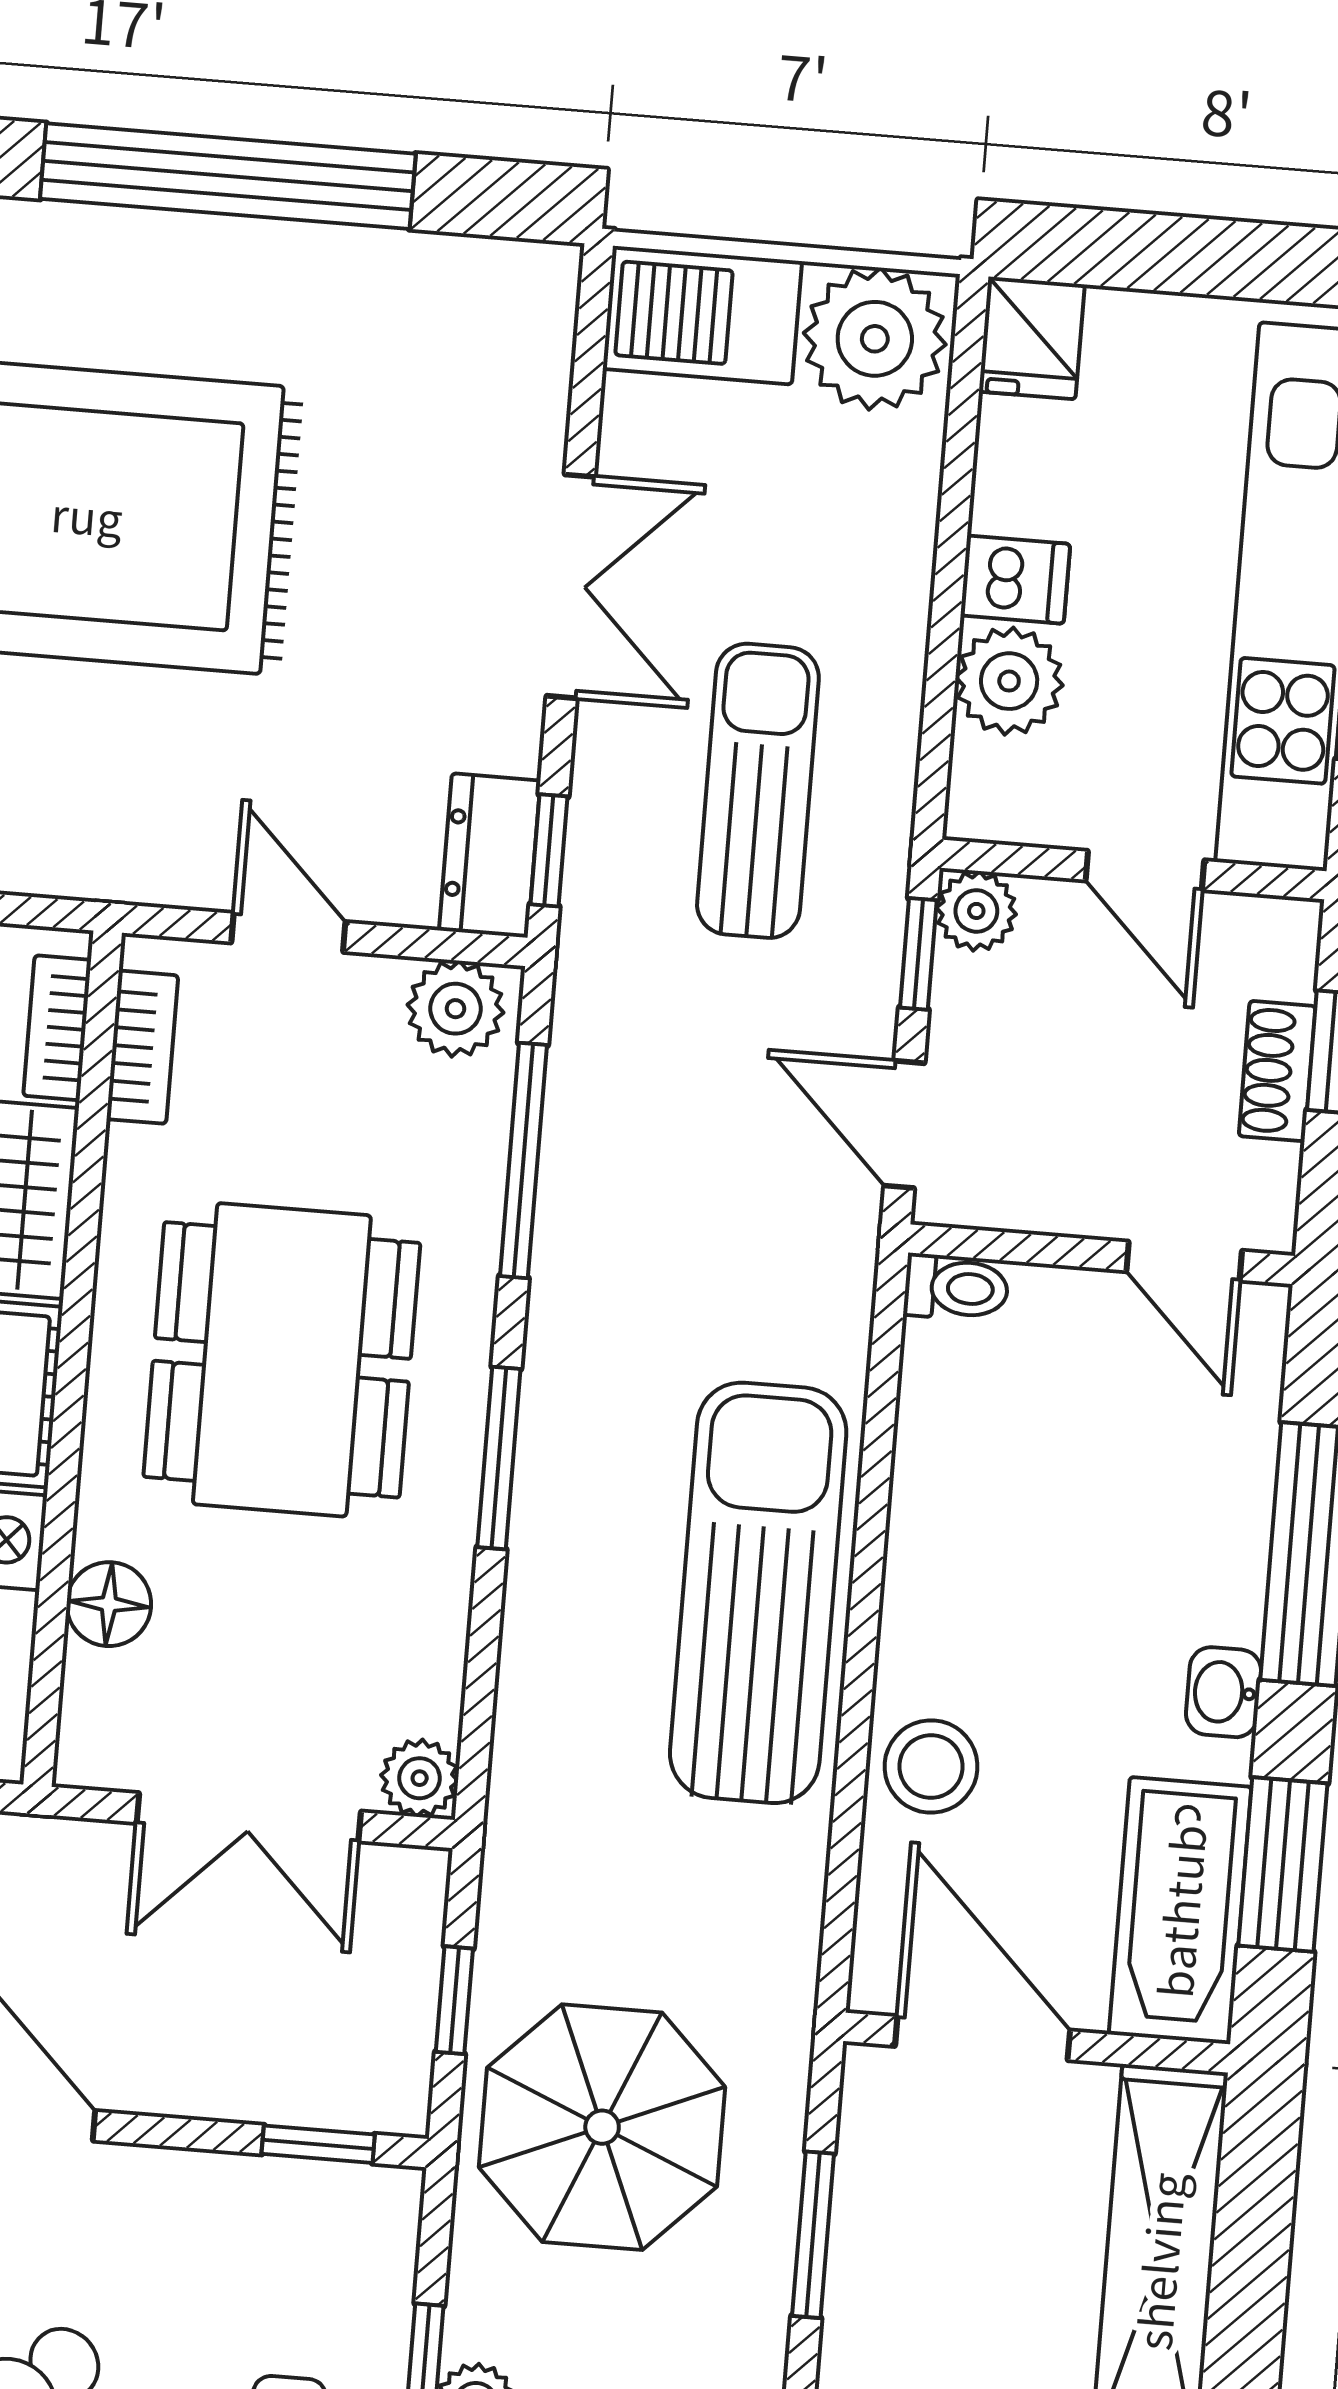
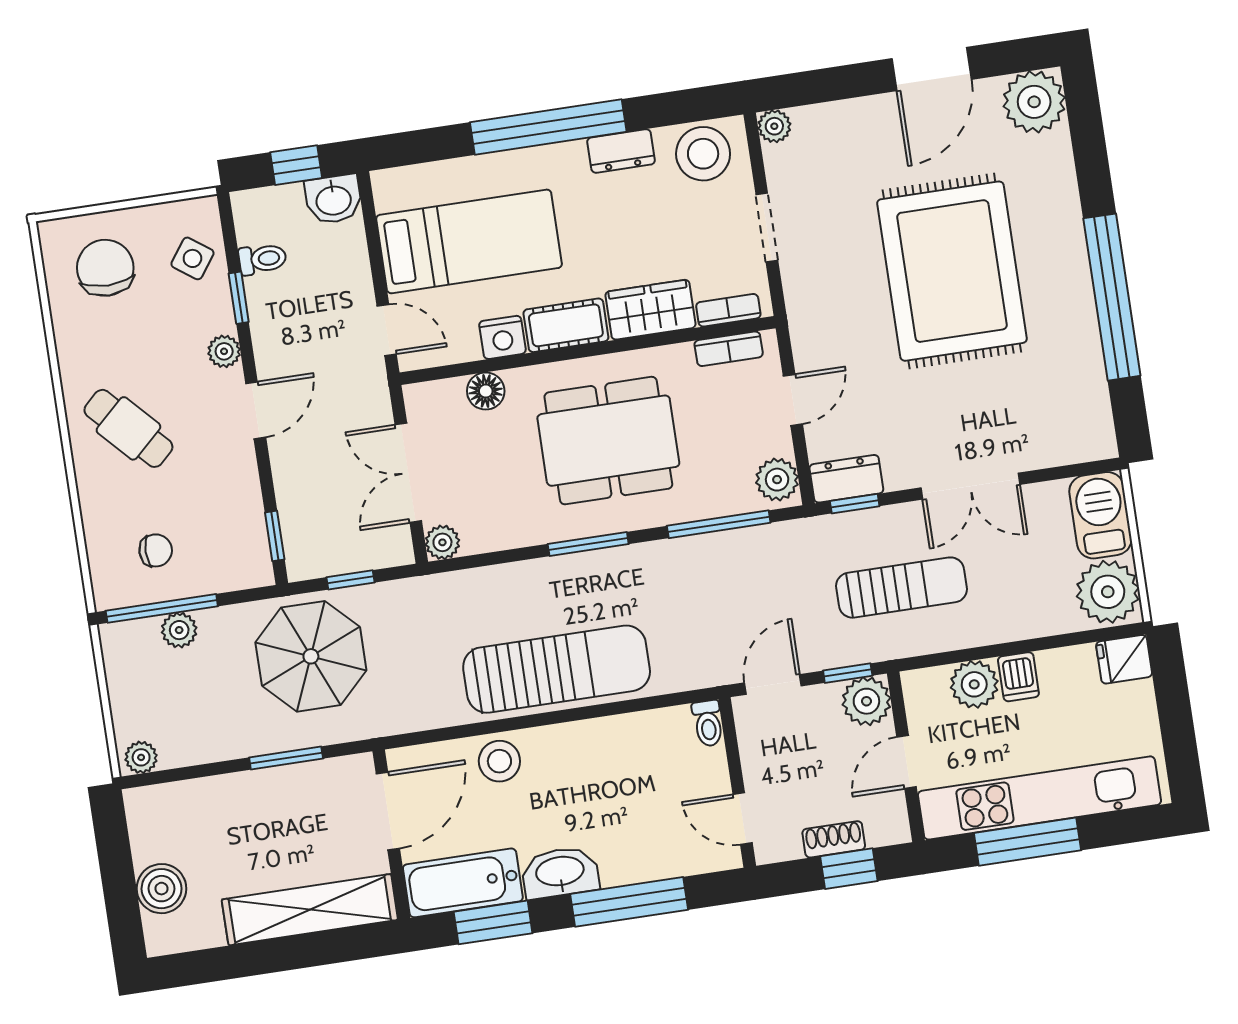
plant: (976, 911) -> (866, 701), width x1.38, depth x1.38
door: (1184, 1261) -> (743, 819), hinge flipped
washbasin: (1224, 1692) -> (560, 872), width x1.91, depth x1.45

